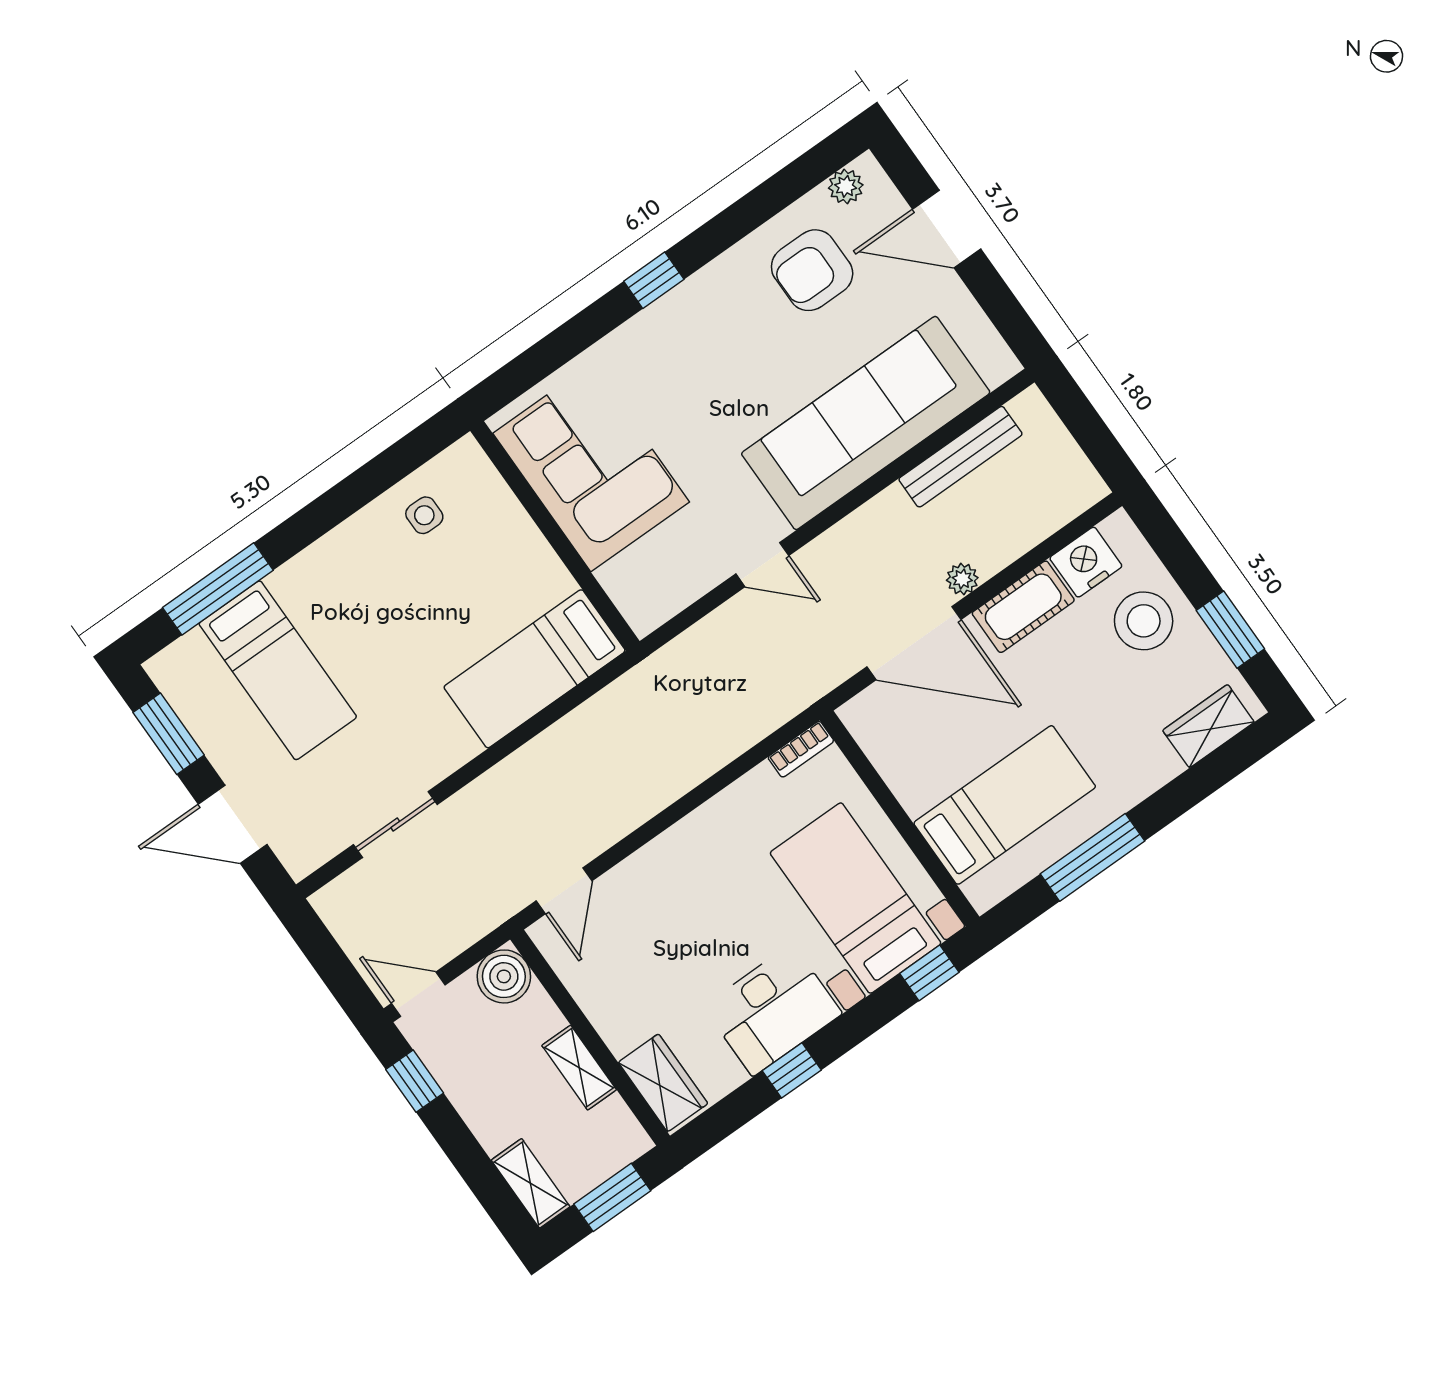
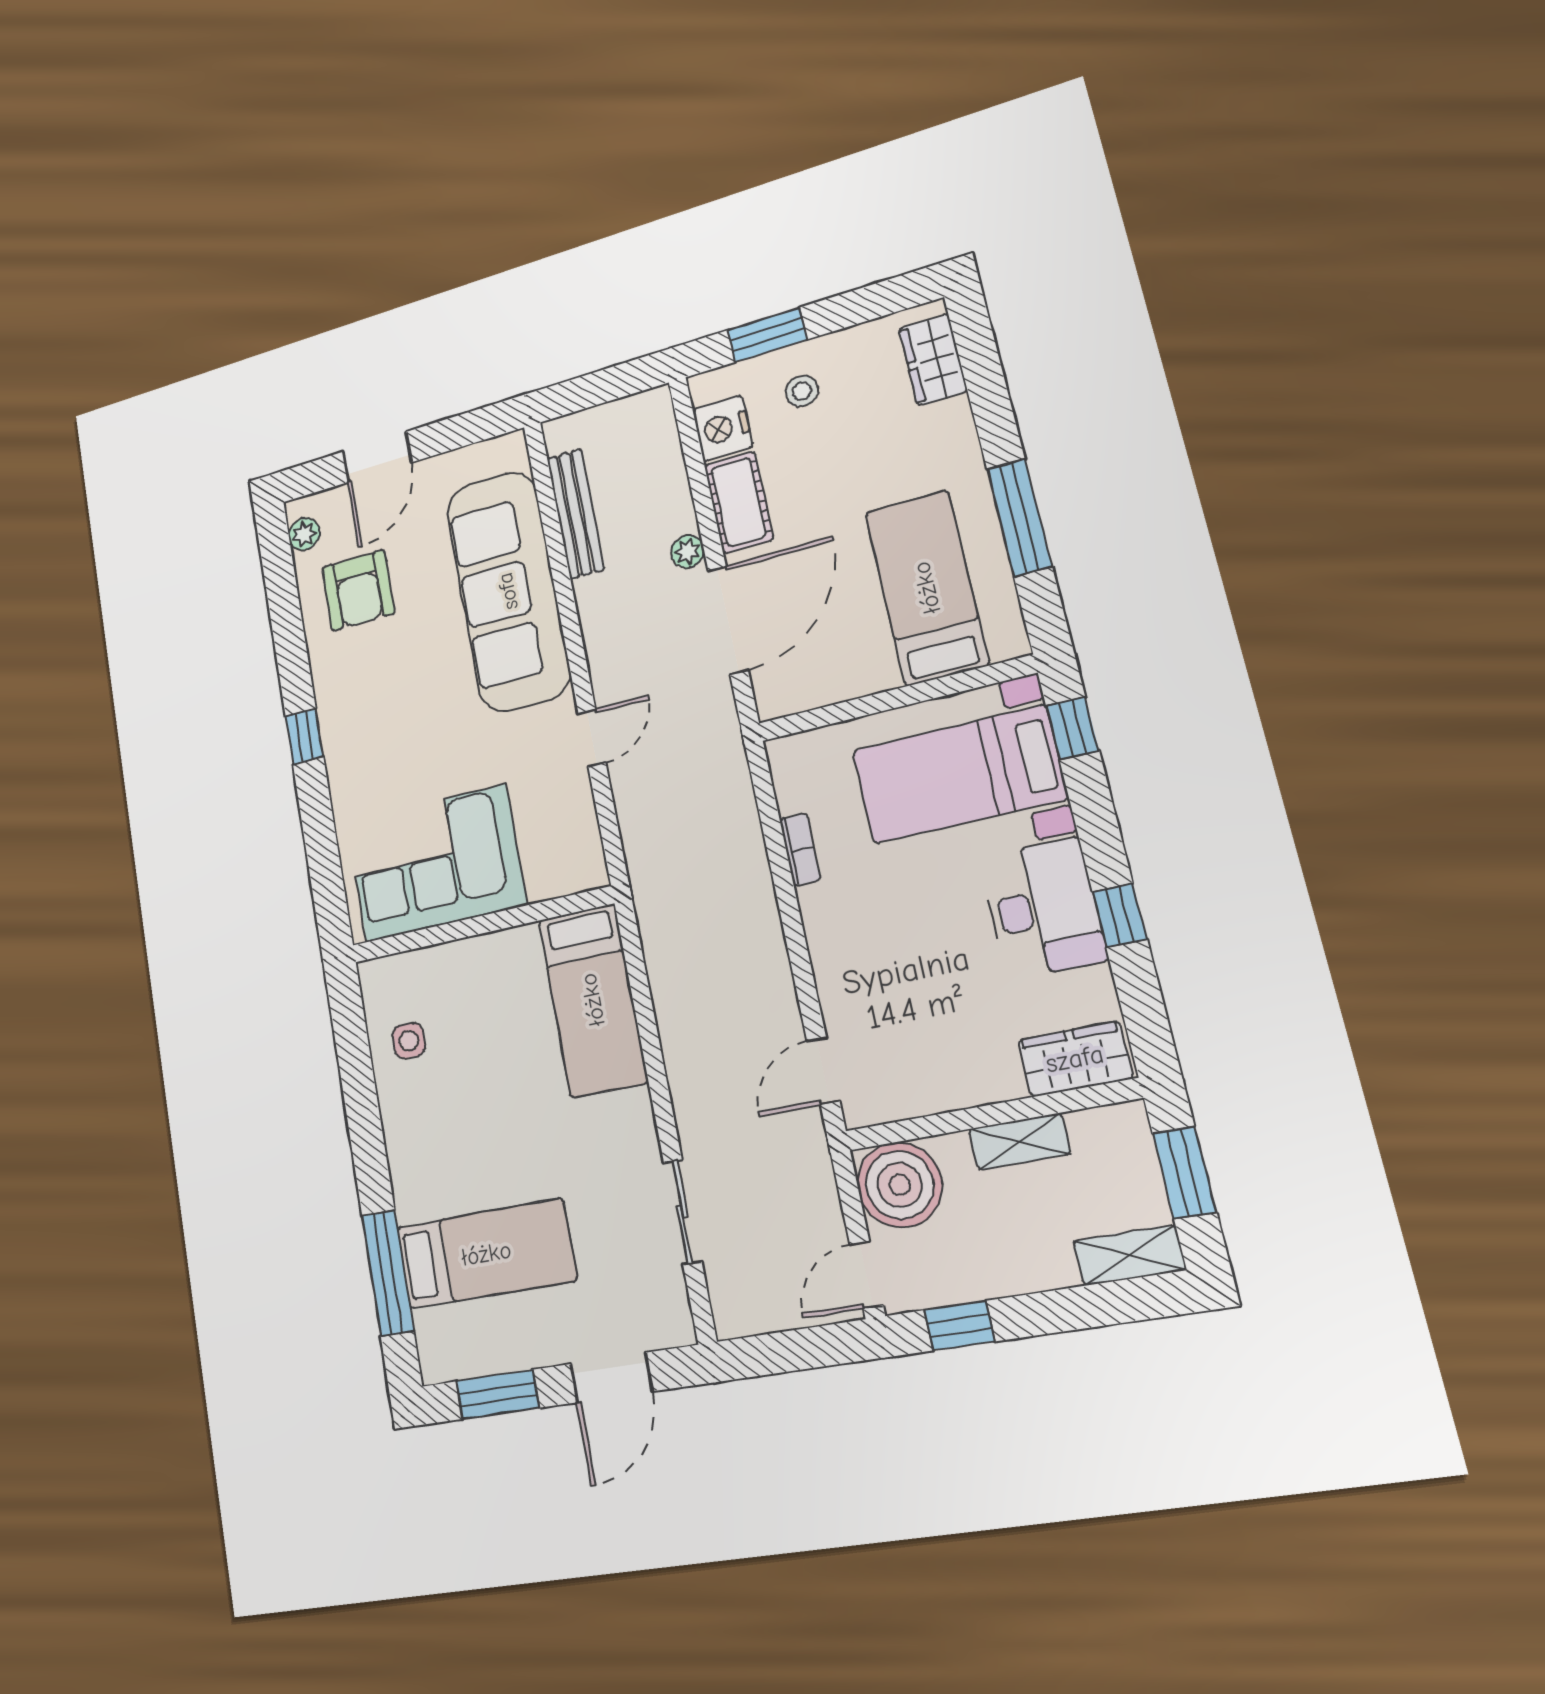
stool: (1144, 621) -> (802, 391), width x0.53, depth x0.53
window: (1230, 630) -> (767, 335), moved
bookcase: (801, 749) -> (800, 849), moved
door: (564, 891) -> (823, 1071), swing flipped
boiler: (504, 976) -> (900, 1185), width x1.37, depth x1.37

